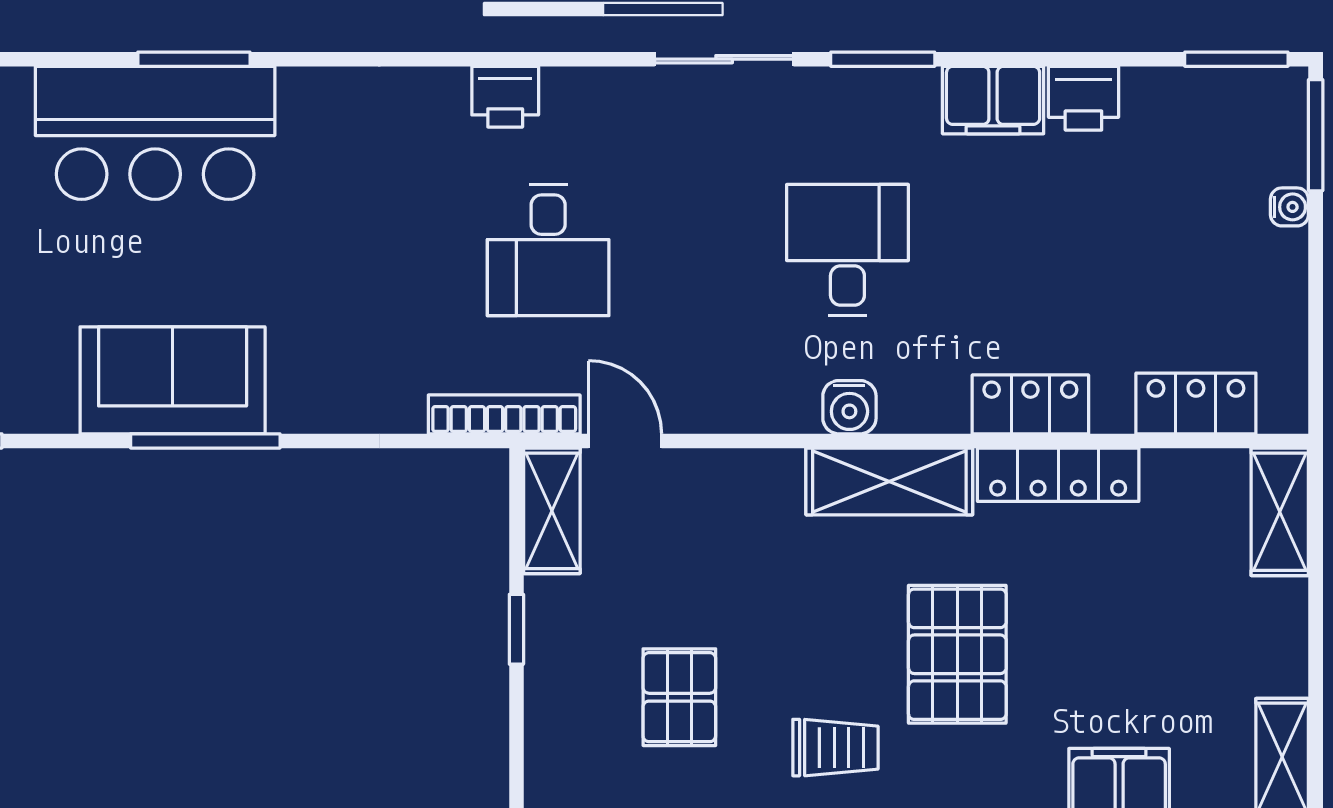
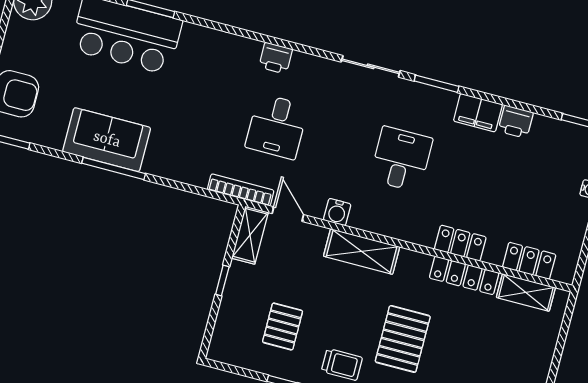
water cooler: (849, 407) -> (337, 212), moved
shelving: (889, 481) -> (362, 251), moved
shelving: (1280, 512) -> (526, 292), moved, turned 90

